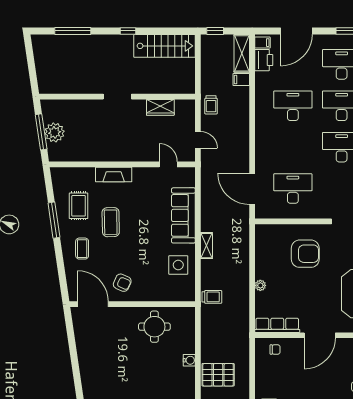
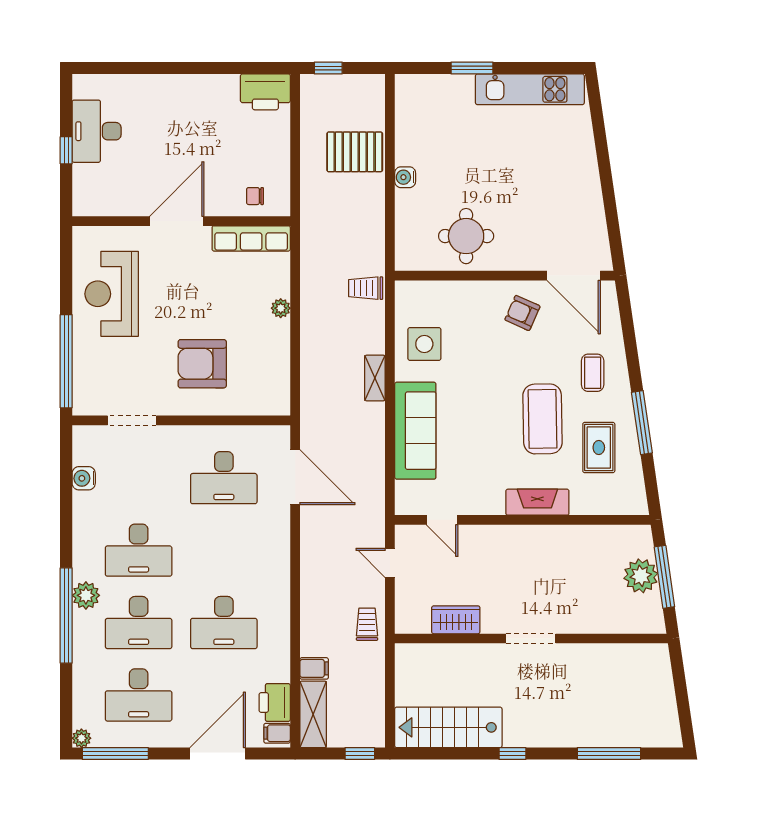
coffee table: (111, 222) -> (543, 419), width x1.36, depth x1.32

